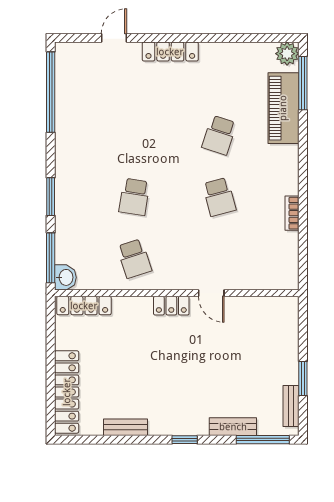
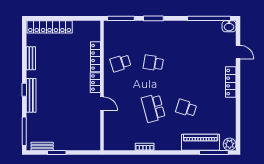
school desk: (219, 197) -> (153, 108), width x1.85
washbasin: (65, 277) -> (229, 26), moved
door: (211, 293) -> (102, 104), swing flipped
locker: (84, 306) -> (96, 57), moved
bench: (233, 427) -> (31, 95), moved, width x1.36

